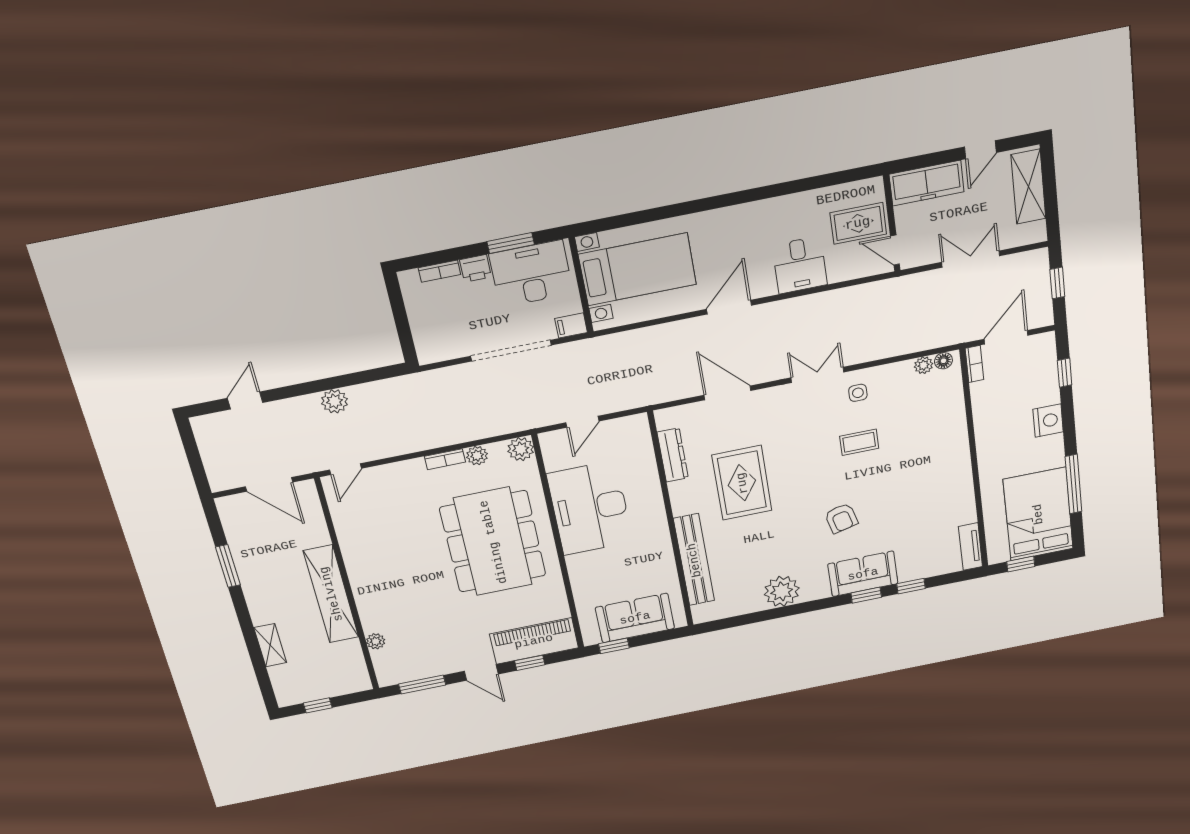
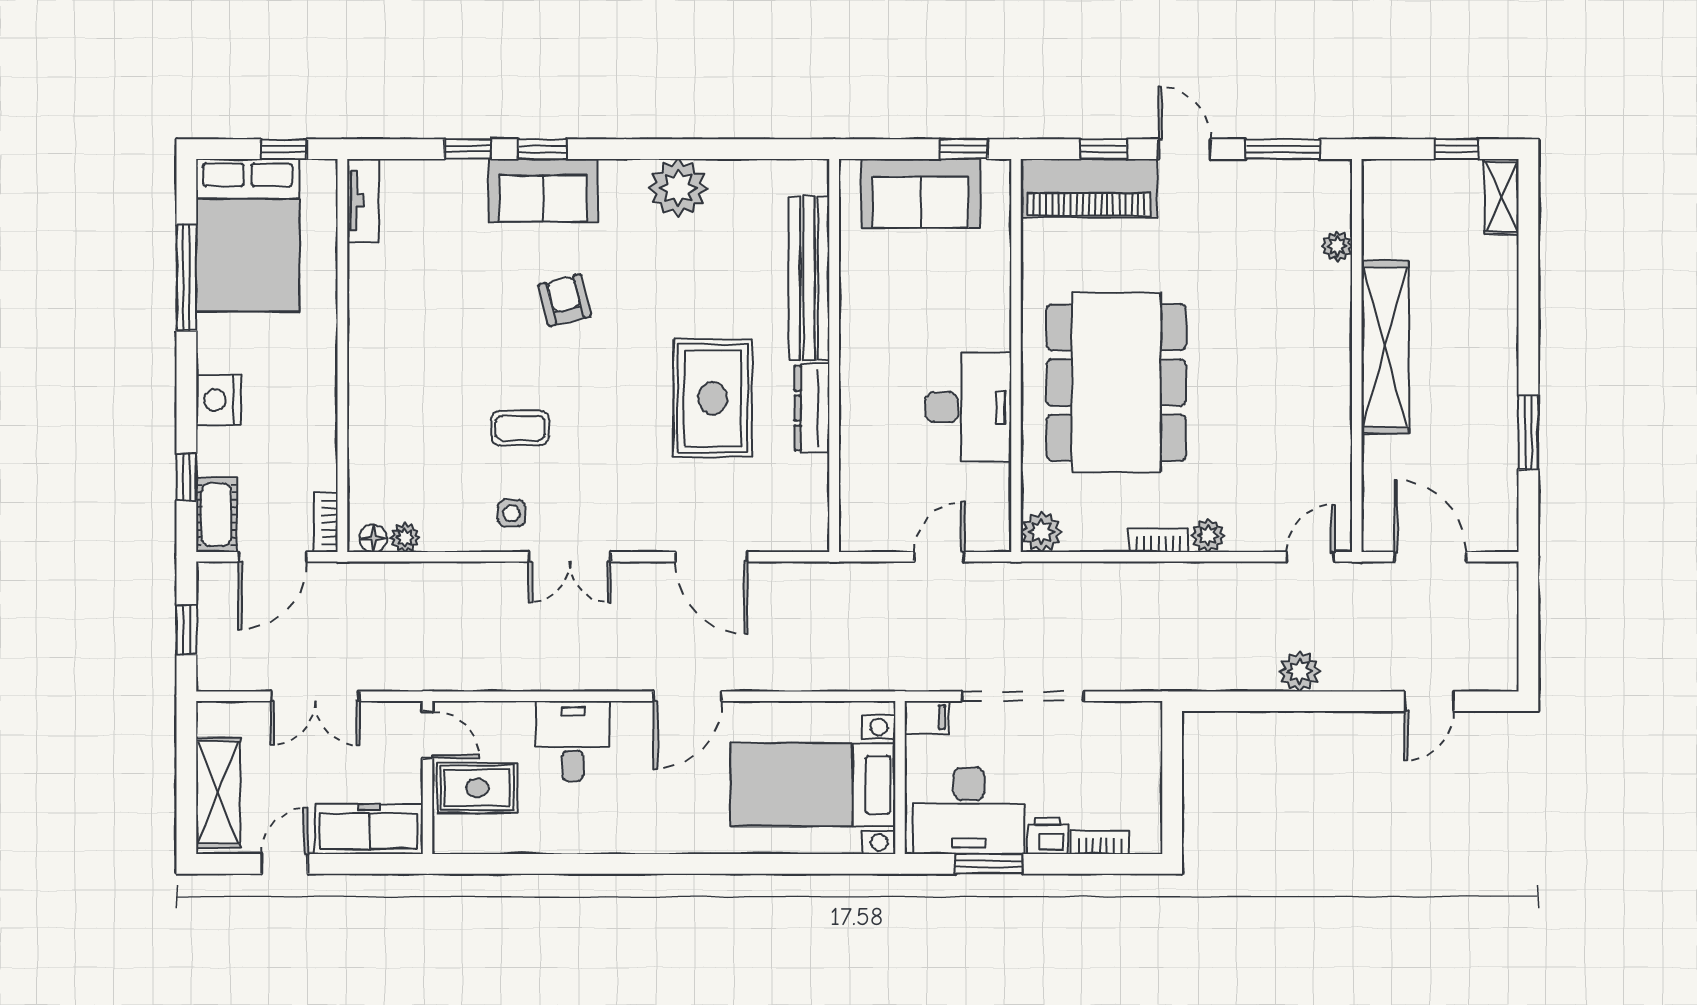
cot: (1044, 355) -> (216, 515), added
dresser: (673, 455) -> (812, 408), moved
plant: (477, 456) -> (1208, 536), moved
desk: (590, 508) -> (968, 407), width x0.73, depth x0.77
shelving: (270, 645) -> (1502, 197), moved

